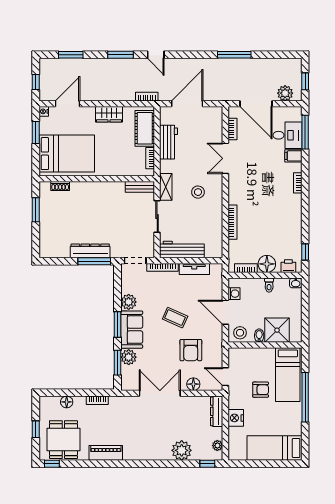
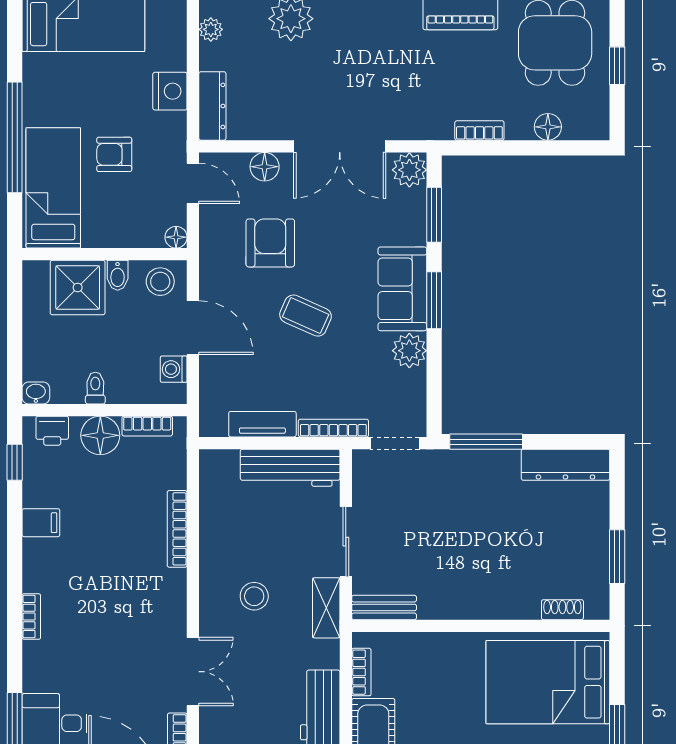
filing cabinet: (293, 156) -> (41, 523), moved
dresser: (90, 251) -> (565, 465), moved
floor lamp: (233, 353) -> (176, 237), added
plant: (129, 357) -> (409, 170), moved

